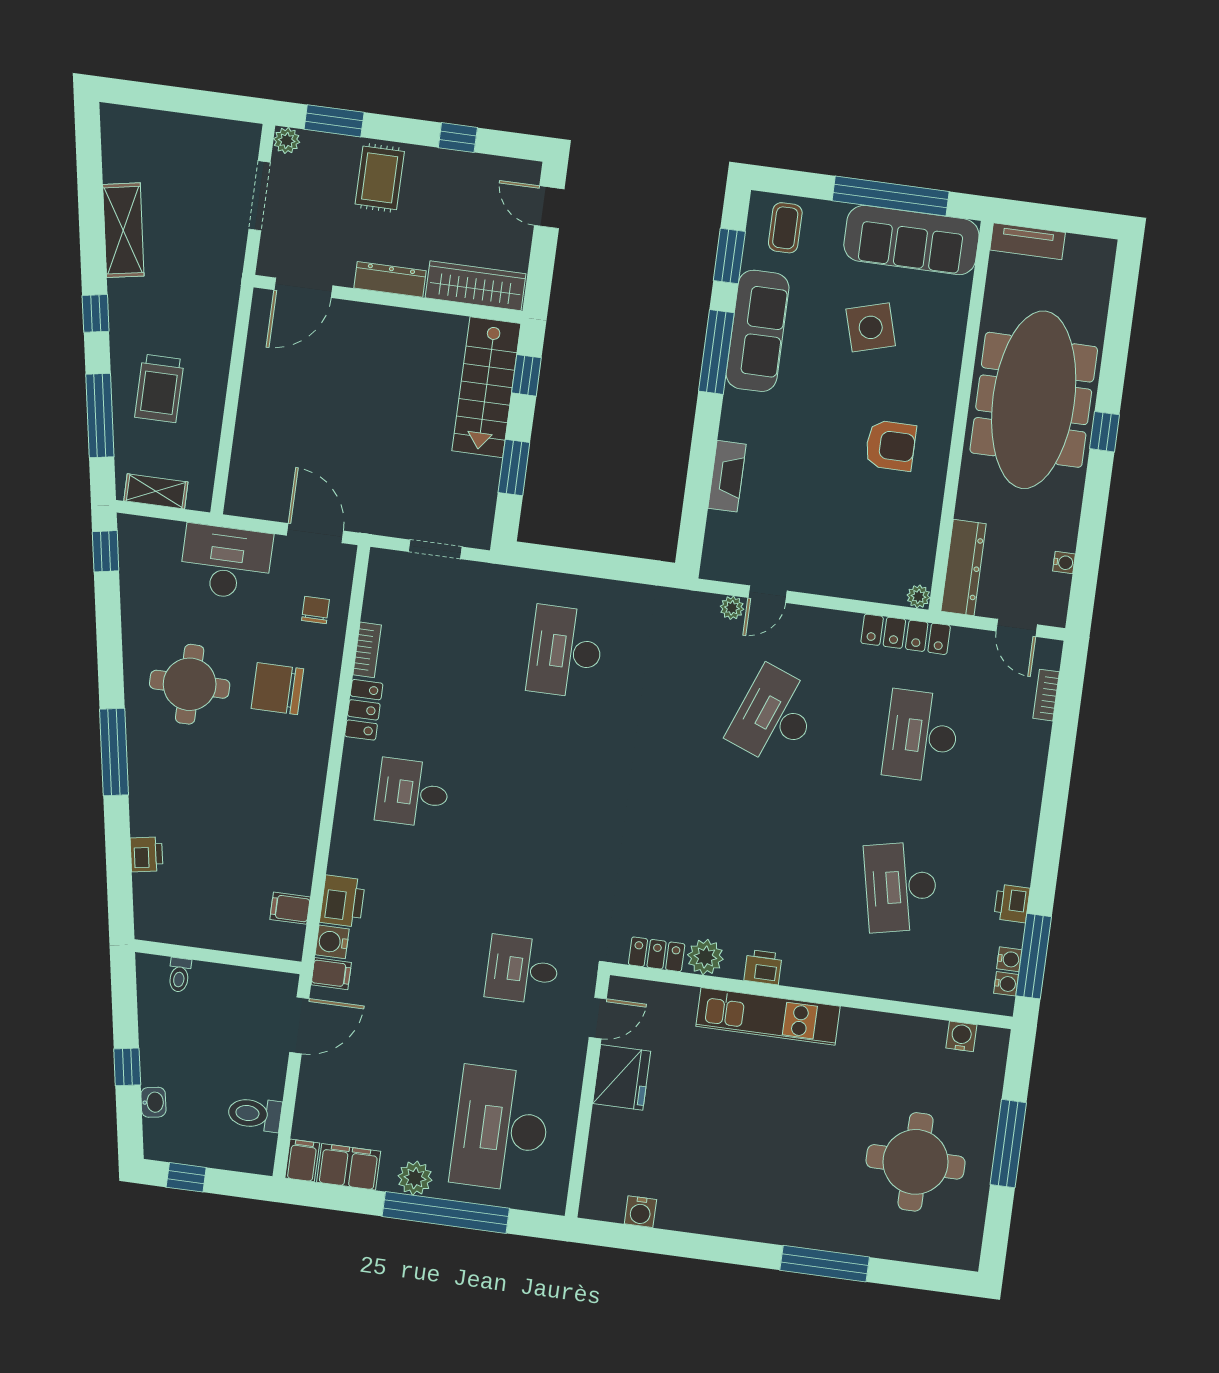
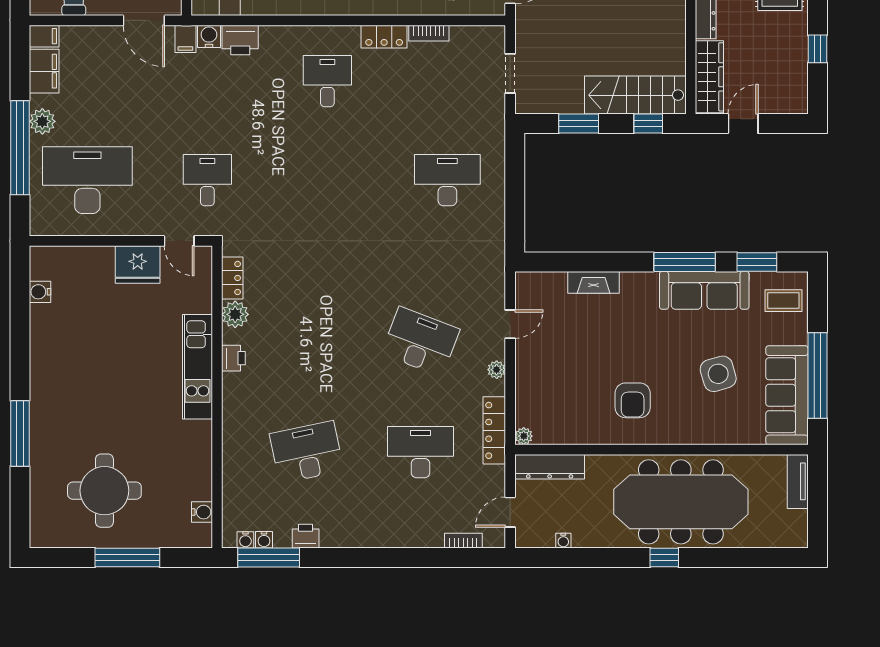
door: (549, 207) -> (743, 124), moved
door: (768, 594) -> (510, 324), swing flipped
plant: (732, 608) -> (497, 370), moved

